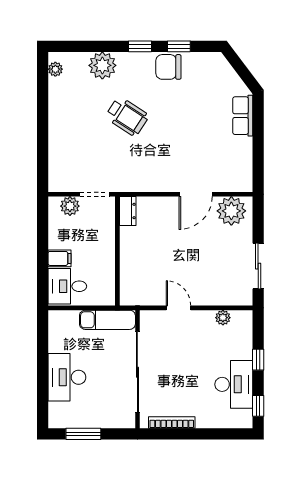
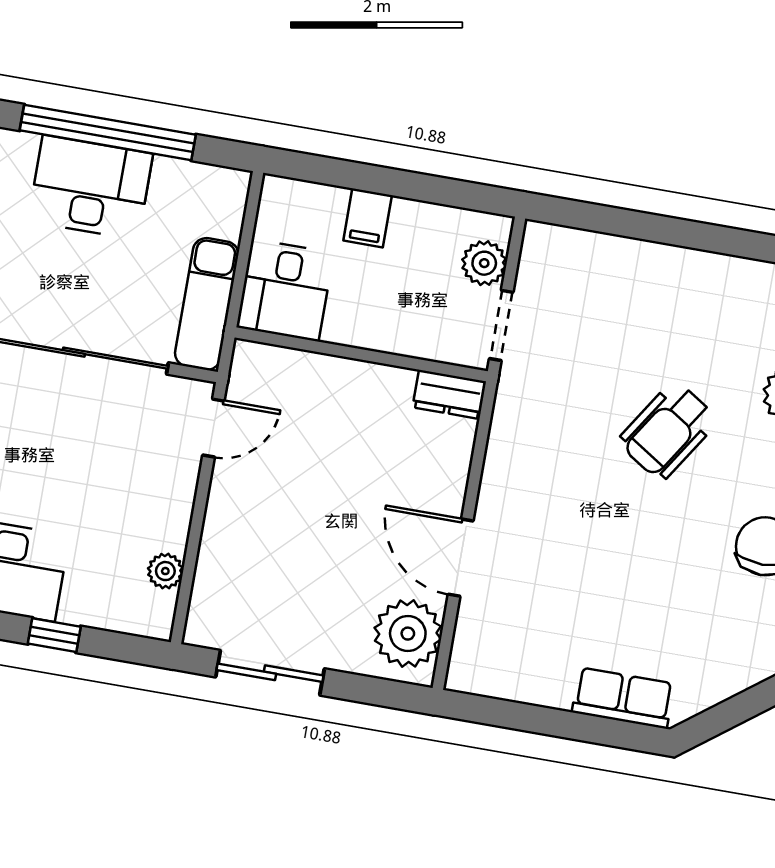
desk: (67, 286) -> (285, 290), moved, turned 180
door: (178, 308) -> (213, 428), moved
window: (43, 374) -> (108, 133), added

